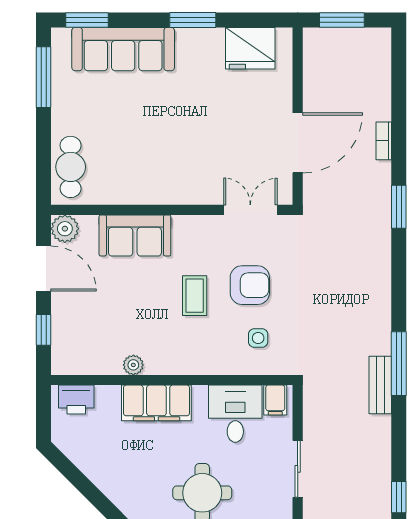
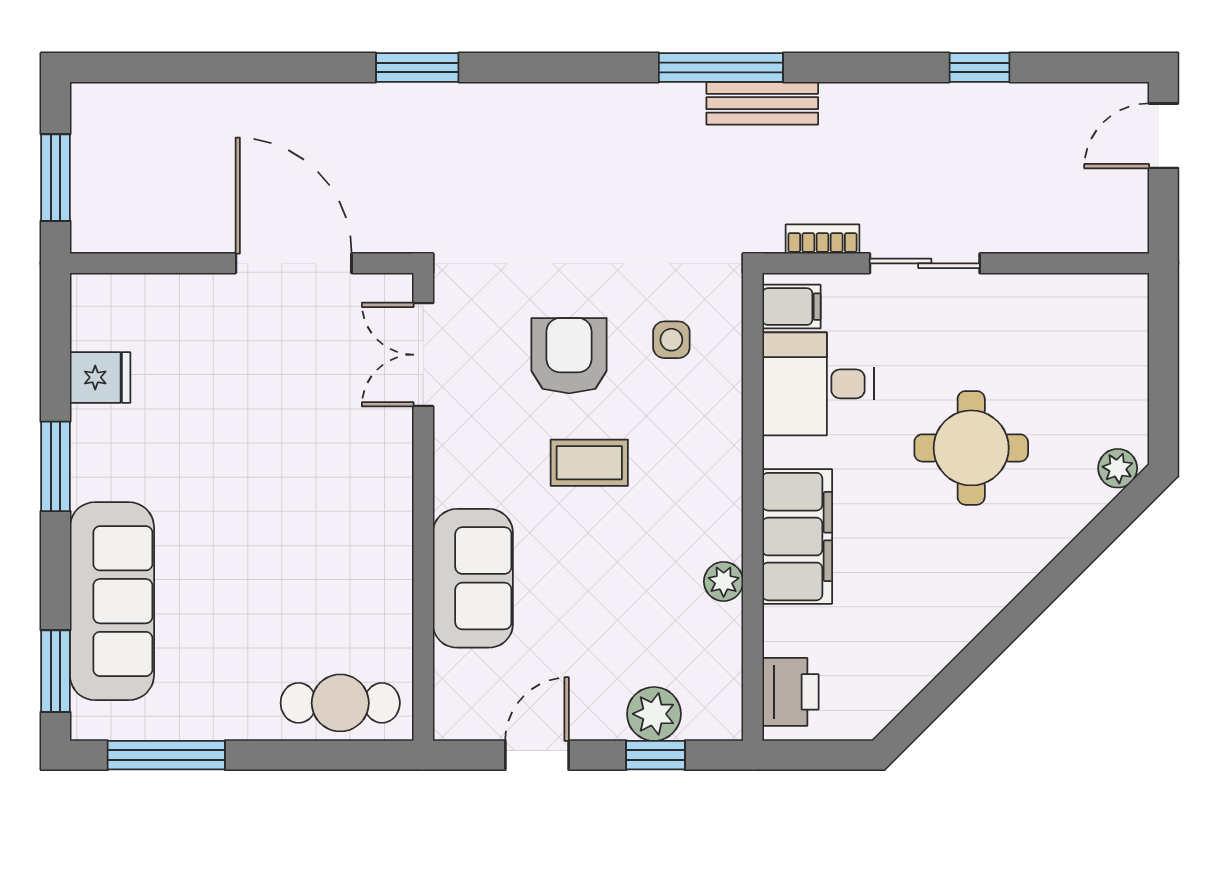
fridge: (250, 48) -> (100, 377), width x0.53, depth x0.75
bookcase: (384, 141) -> (823, 239), moved, turned 180
plant: (65, 229) -> (654, 714), moved
door: (44, 269) -> (537, 755), width x0.73

